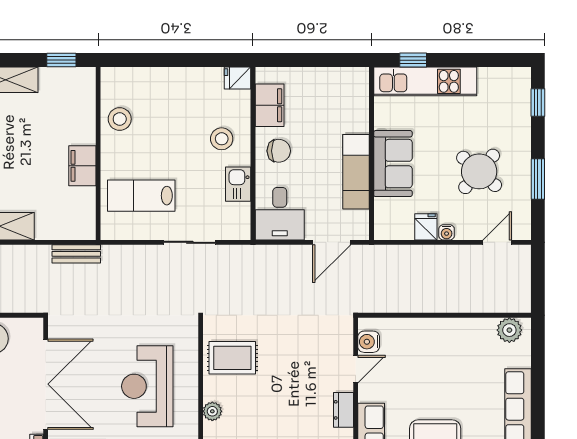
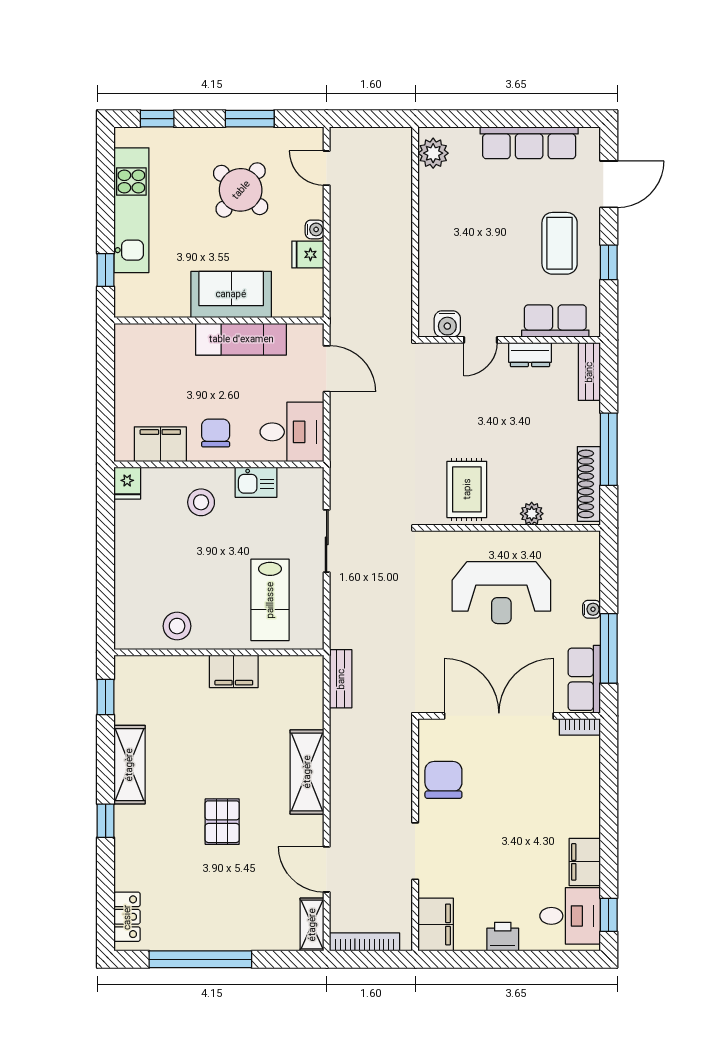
kitchen unit: (425, 81) -> (131, 210), moved
door: (356, 369) -> (481, 340), swing flipped

